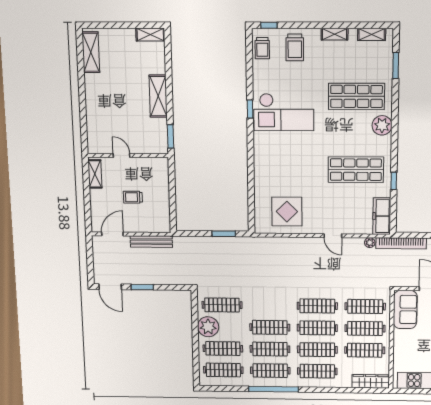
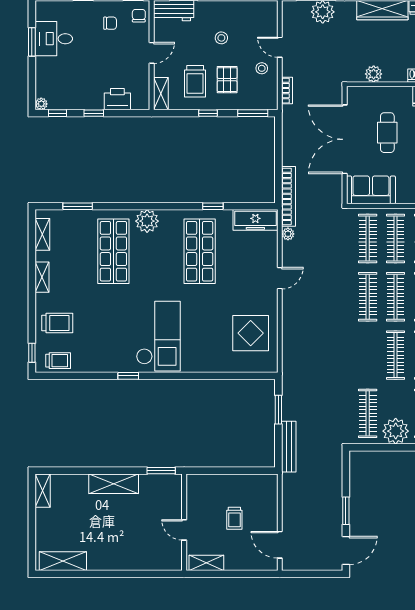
checkout: (284, 112) -> (158, 336), moved
door: (122, 155) -> (184, 530), hinge flipped
bench: (151, 242) -> (289, 447), moved

